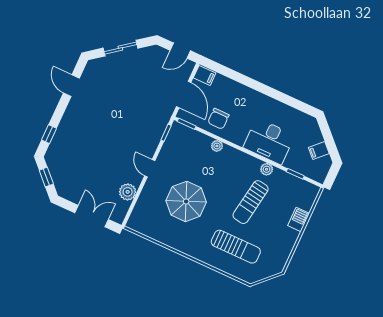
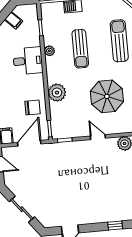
desk: (269, 141) -> (28, 61), width x0.73
plant: (217, 146) -> (57, 93), width x1.88, depth x1.88
door: (150, 168) -> (98, 137), swing flipped
sun lounger: (251, 202) -> (80, 49), turned 81

